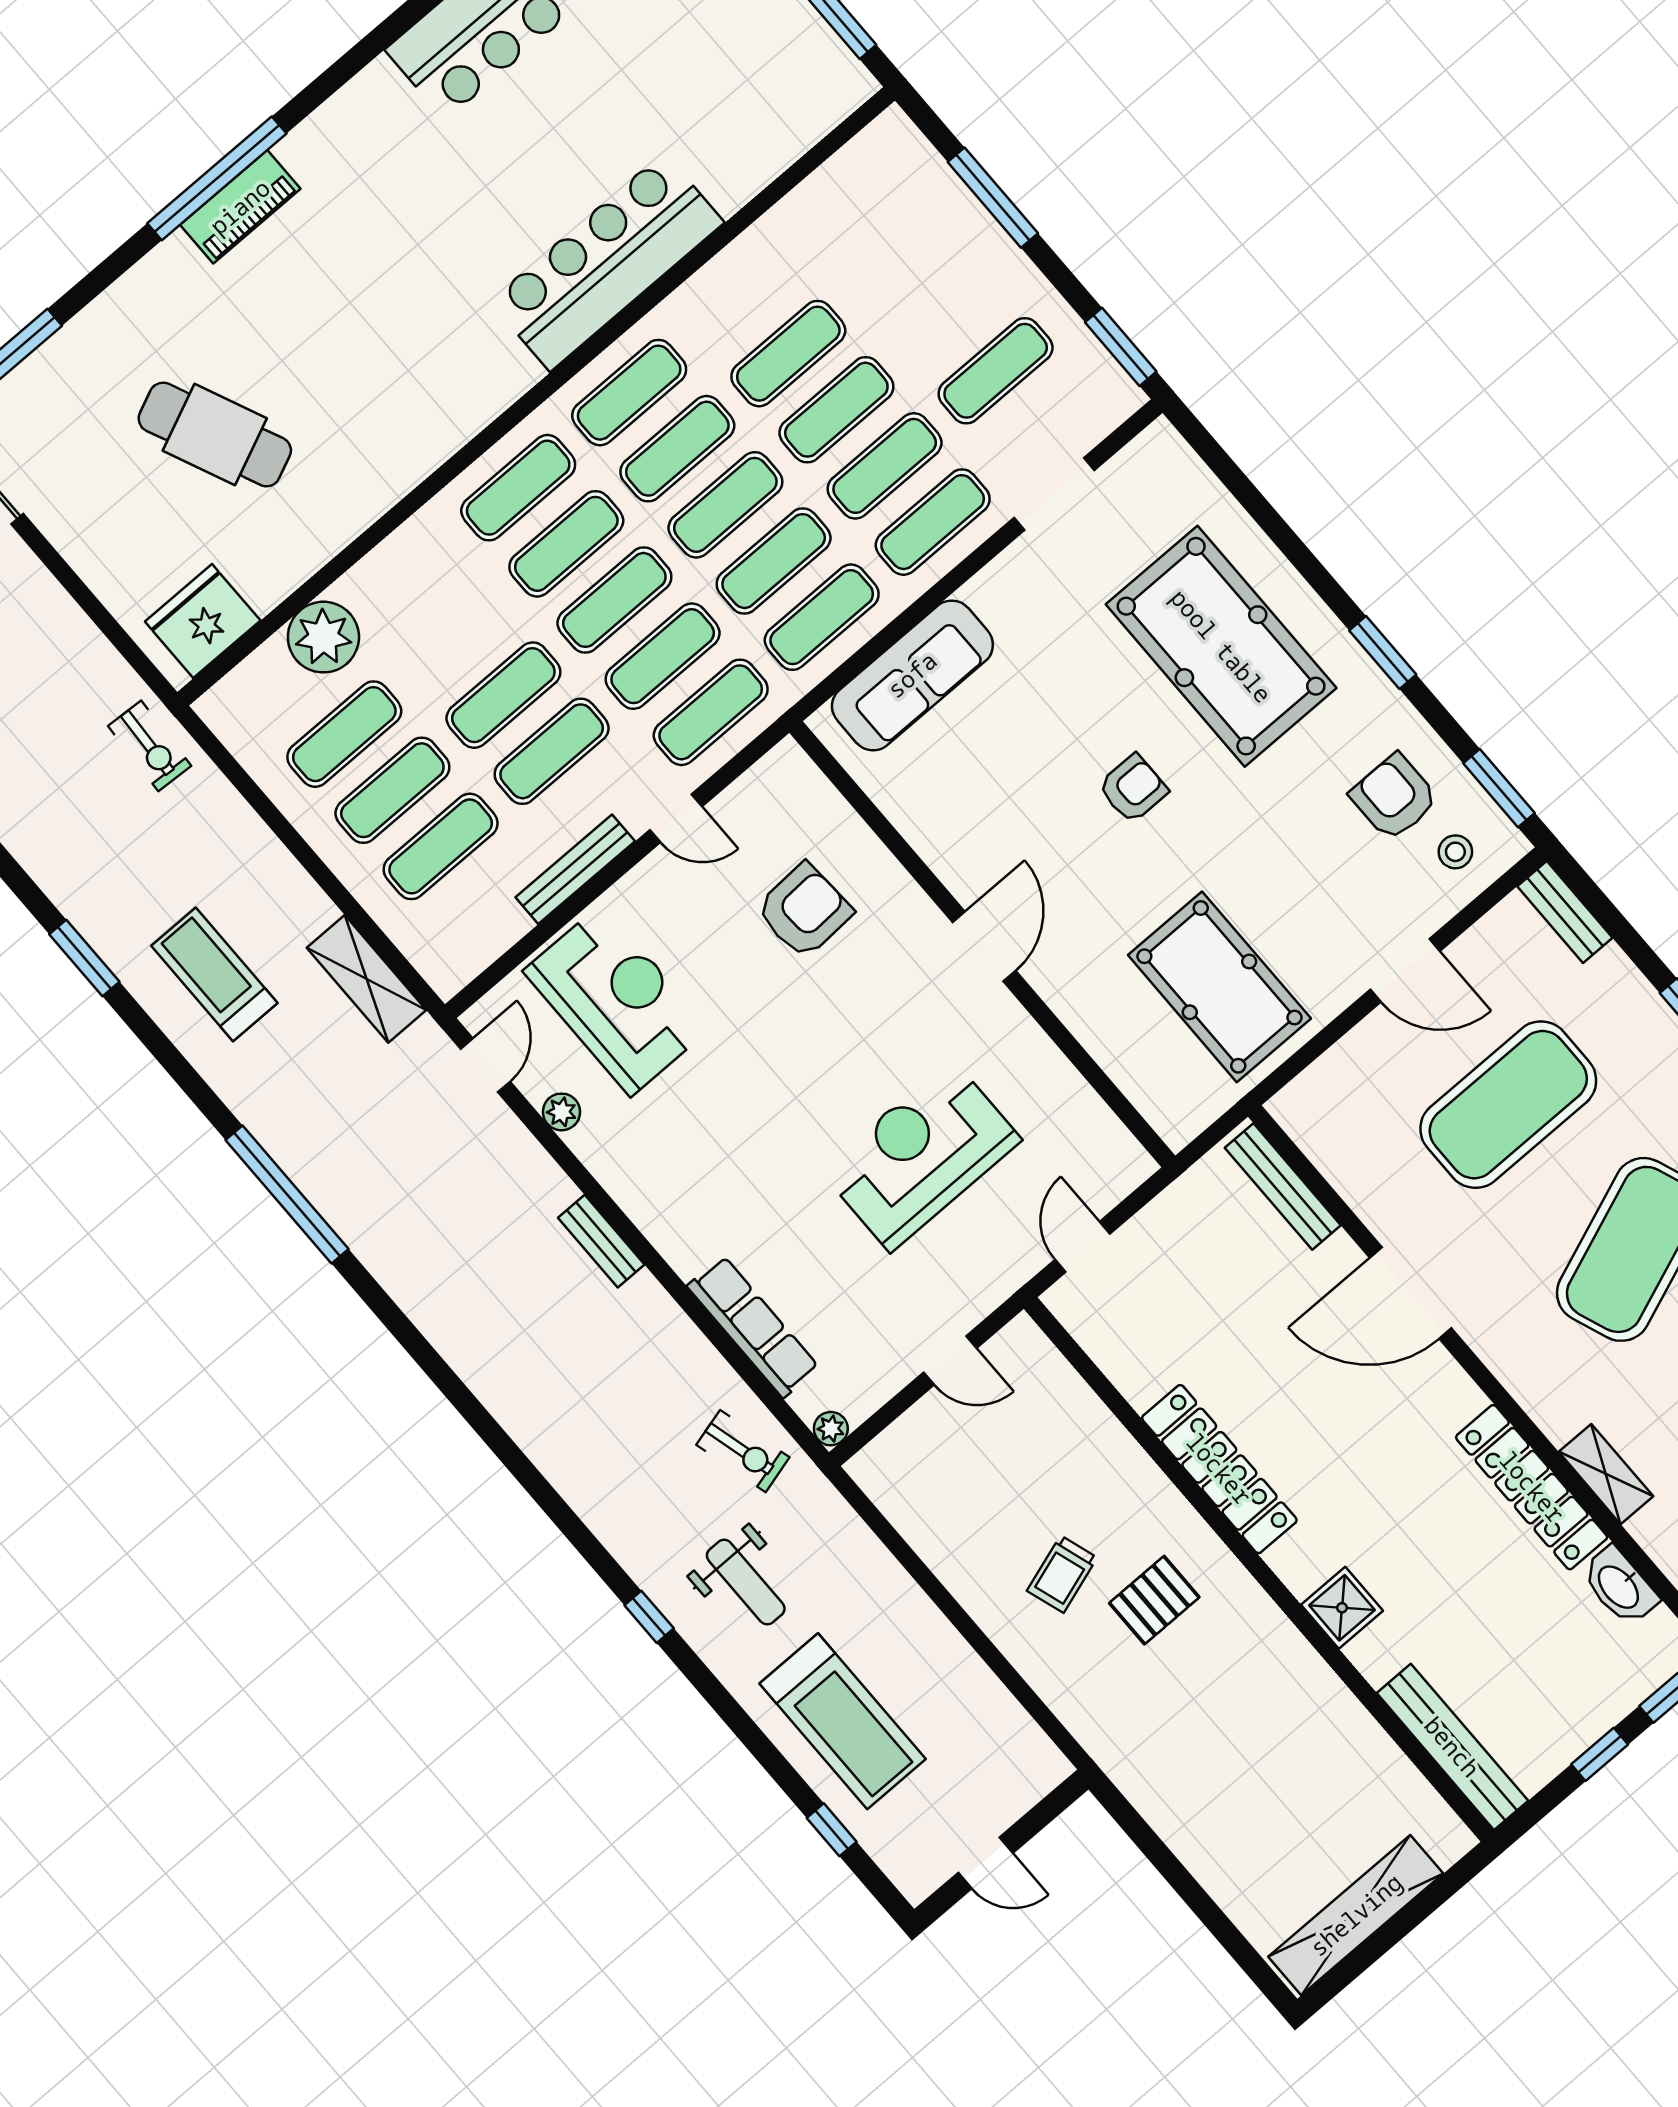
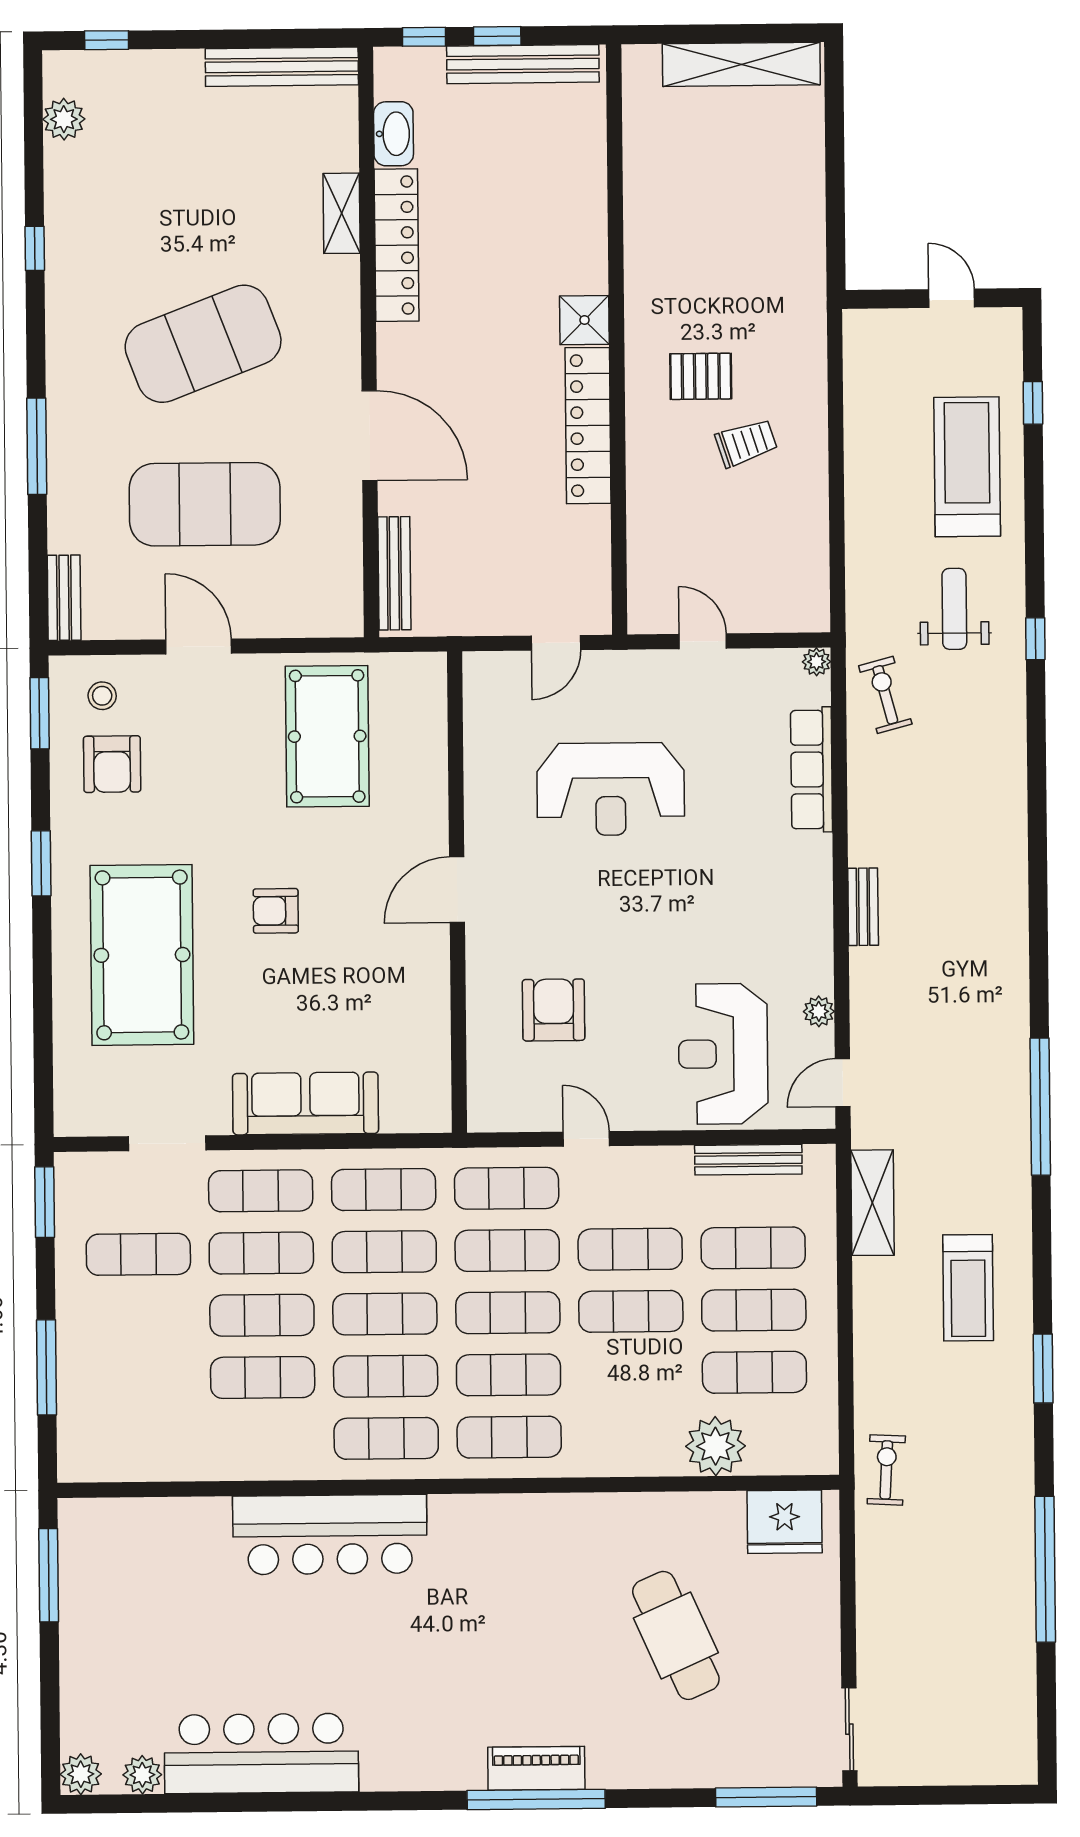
sofa: (912, 675) -> (306, 1103), moved
bench: (575, 869) -> (748, 1160), moved
armchair: (804, 911) -> (554, 1010), turned 93
shower: (1342, 1608) -> (584, 320), moved
bench: (1452, 1747) -> (523, 64), moved, turned 90

